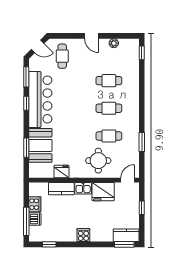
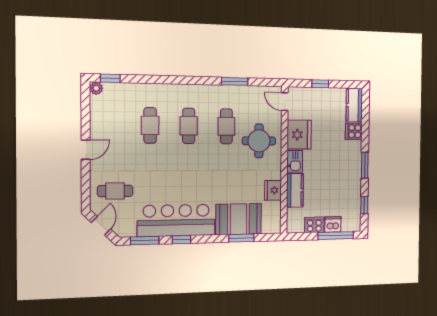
plant: (114, 43) -> (96, 88), moved
cooker: (83, 235) -> (354, 131), moved
window: (124, 244) -> (365, 165), moved

